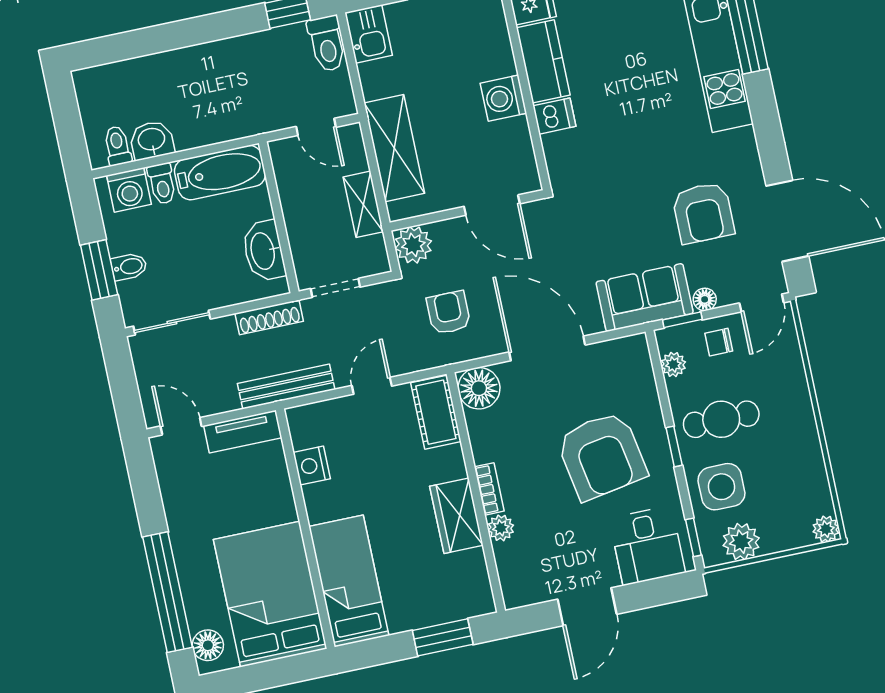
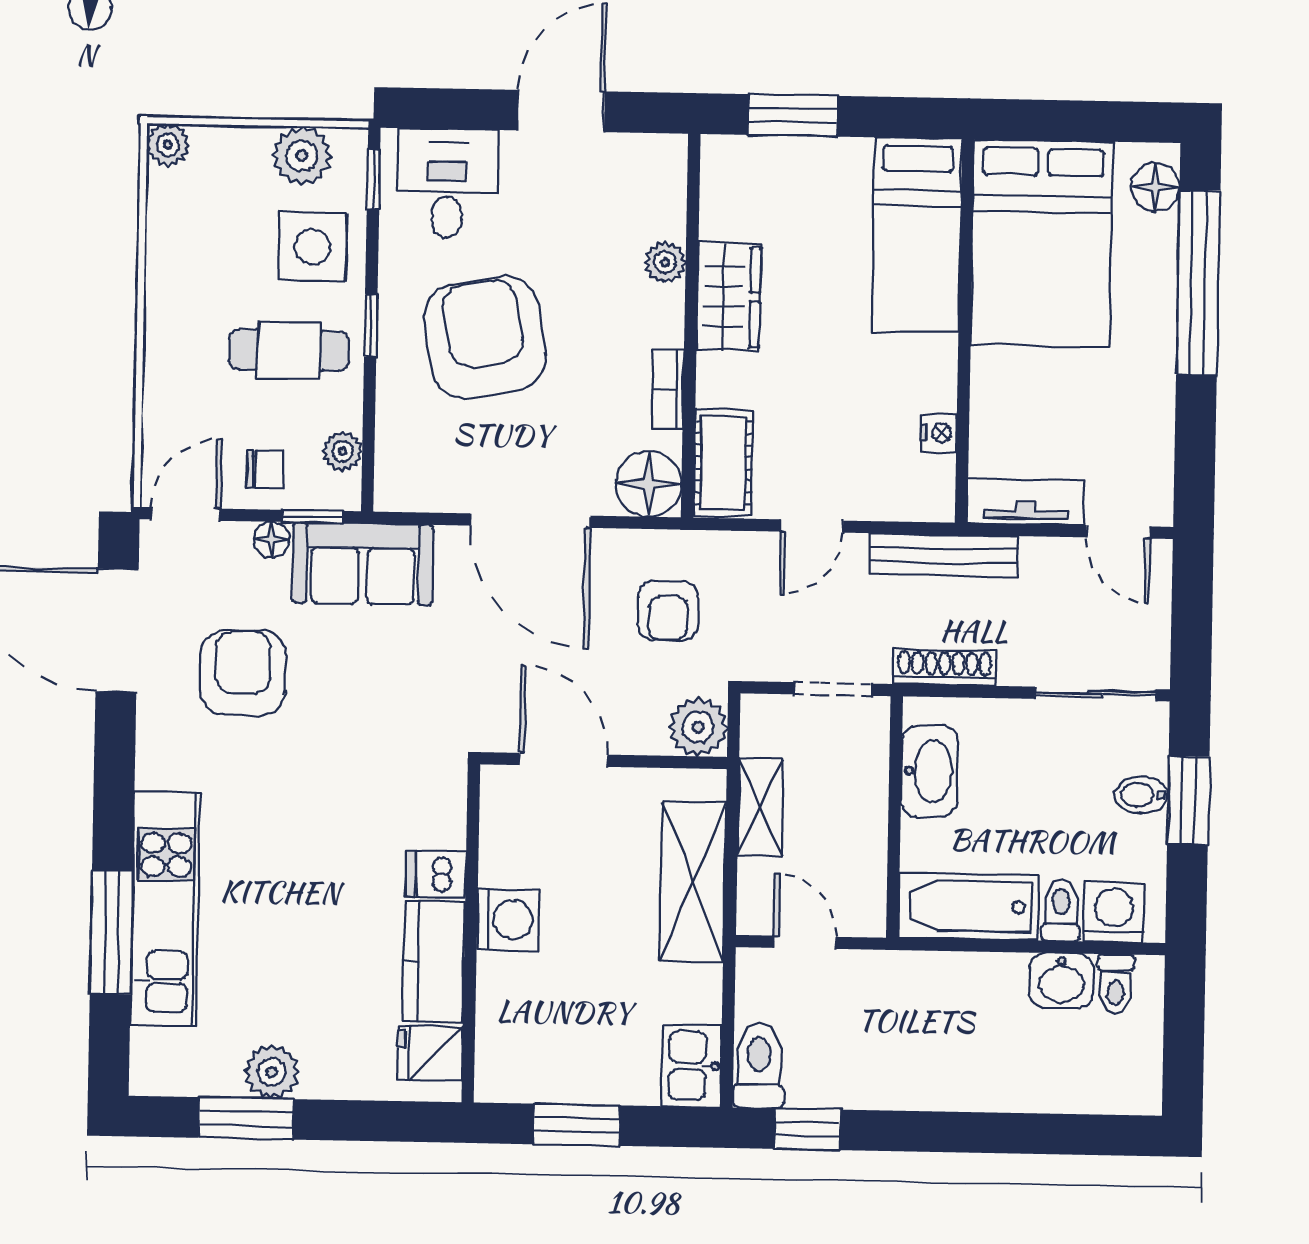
nightstand: (312, 466) -> (939, 433), width x0.72, depth x0.74
bookcase: (489, 489) -> (668, 390), moved

